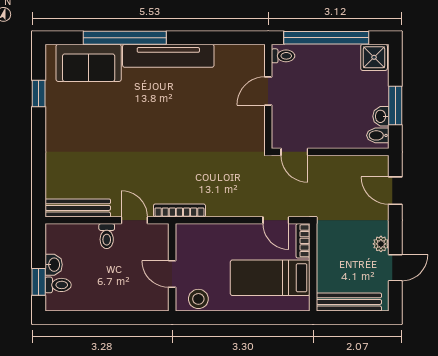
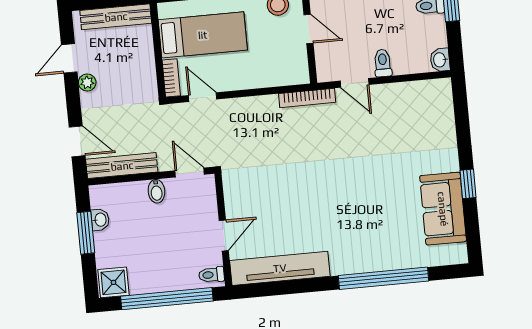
tv unit: (168, 56) -> (280, 268), moved
sofa: (89, 63) -> (443, 209), moved, turned -90
window: (39, 94) -> (468, 184), moved
bidet: (378, 135) -> (156, 191), moved, turned 90
bench: (78, 208) -> (122, 166), moved
washbasin: (54, 265) -> (440, 60), moved

